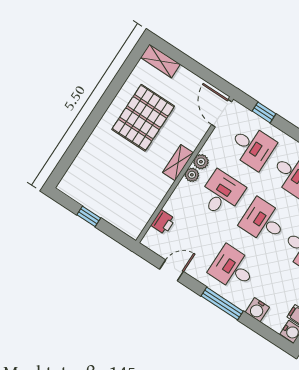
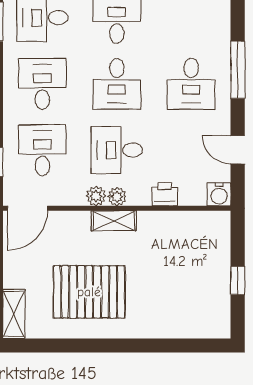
printer: (163, 222) -> (165, 194), moved
water cooler: (257, 310) -> (219, 194), moved, turned 90

